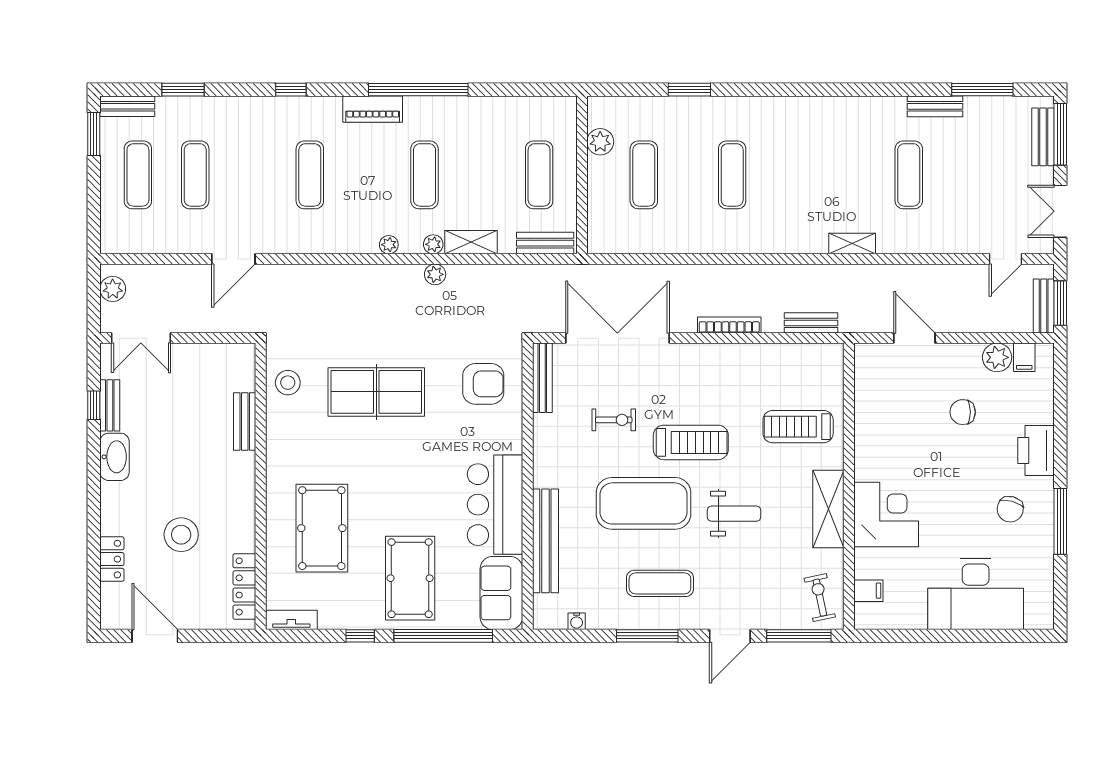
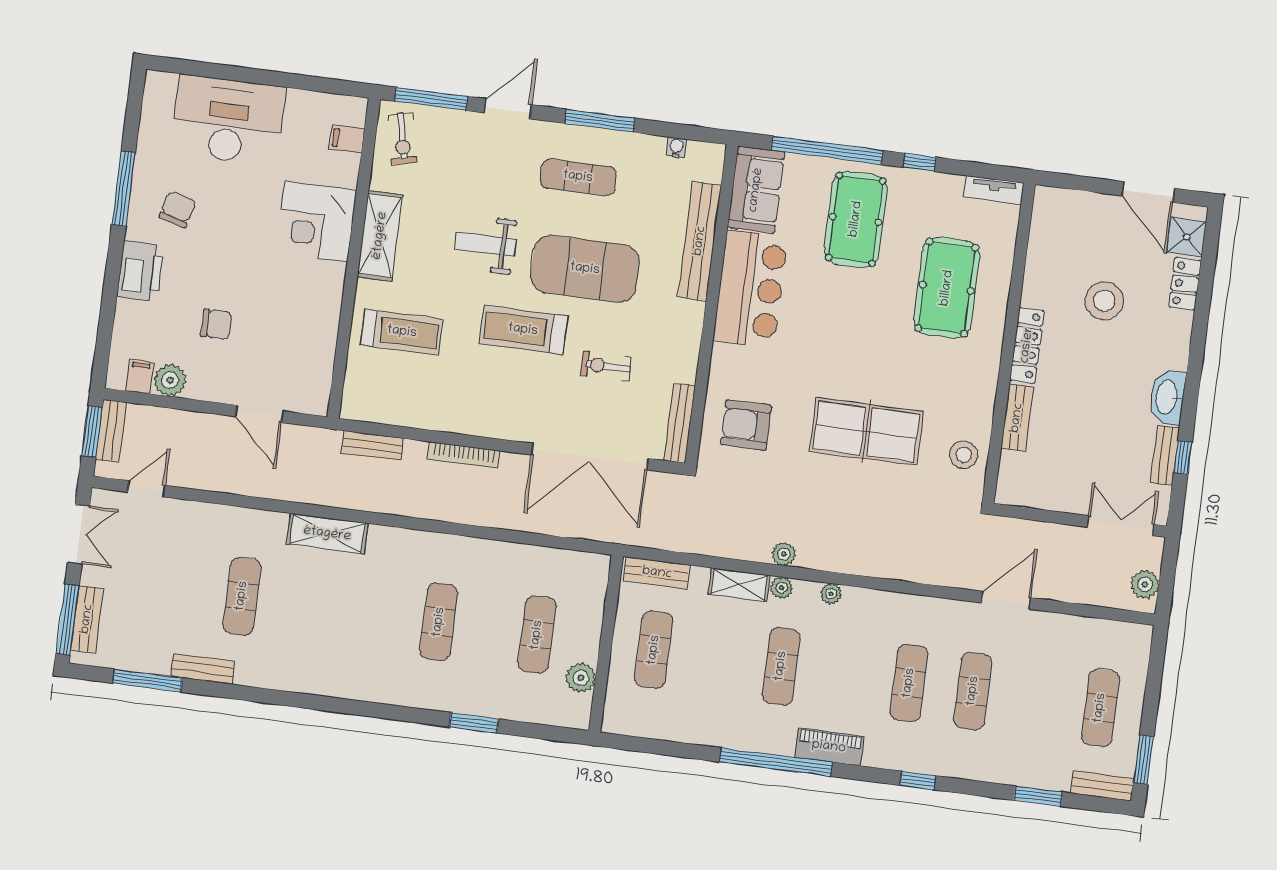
exercise mat: (195, 175) -> (973, 691), moved
shelving: (852, 244) -> (327, 534), width x1.50, depth x1.33
locker: (244, 586) -> (1027, 345), moved
shower: (116, 600) -> (1187, 237), added

